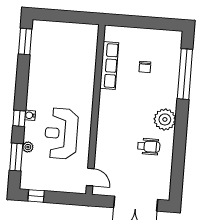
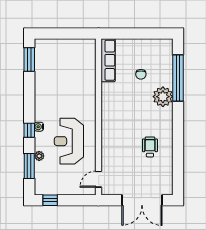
row of seats: (109, 65) -> (108, 60), moved
plant: (165, 119) -> (163, 97), moved
wheelchair: (149, 146) -> (150, 147), turned -90
door: (90, 177) -> (99, 179), swing flipped

